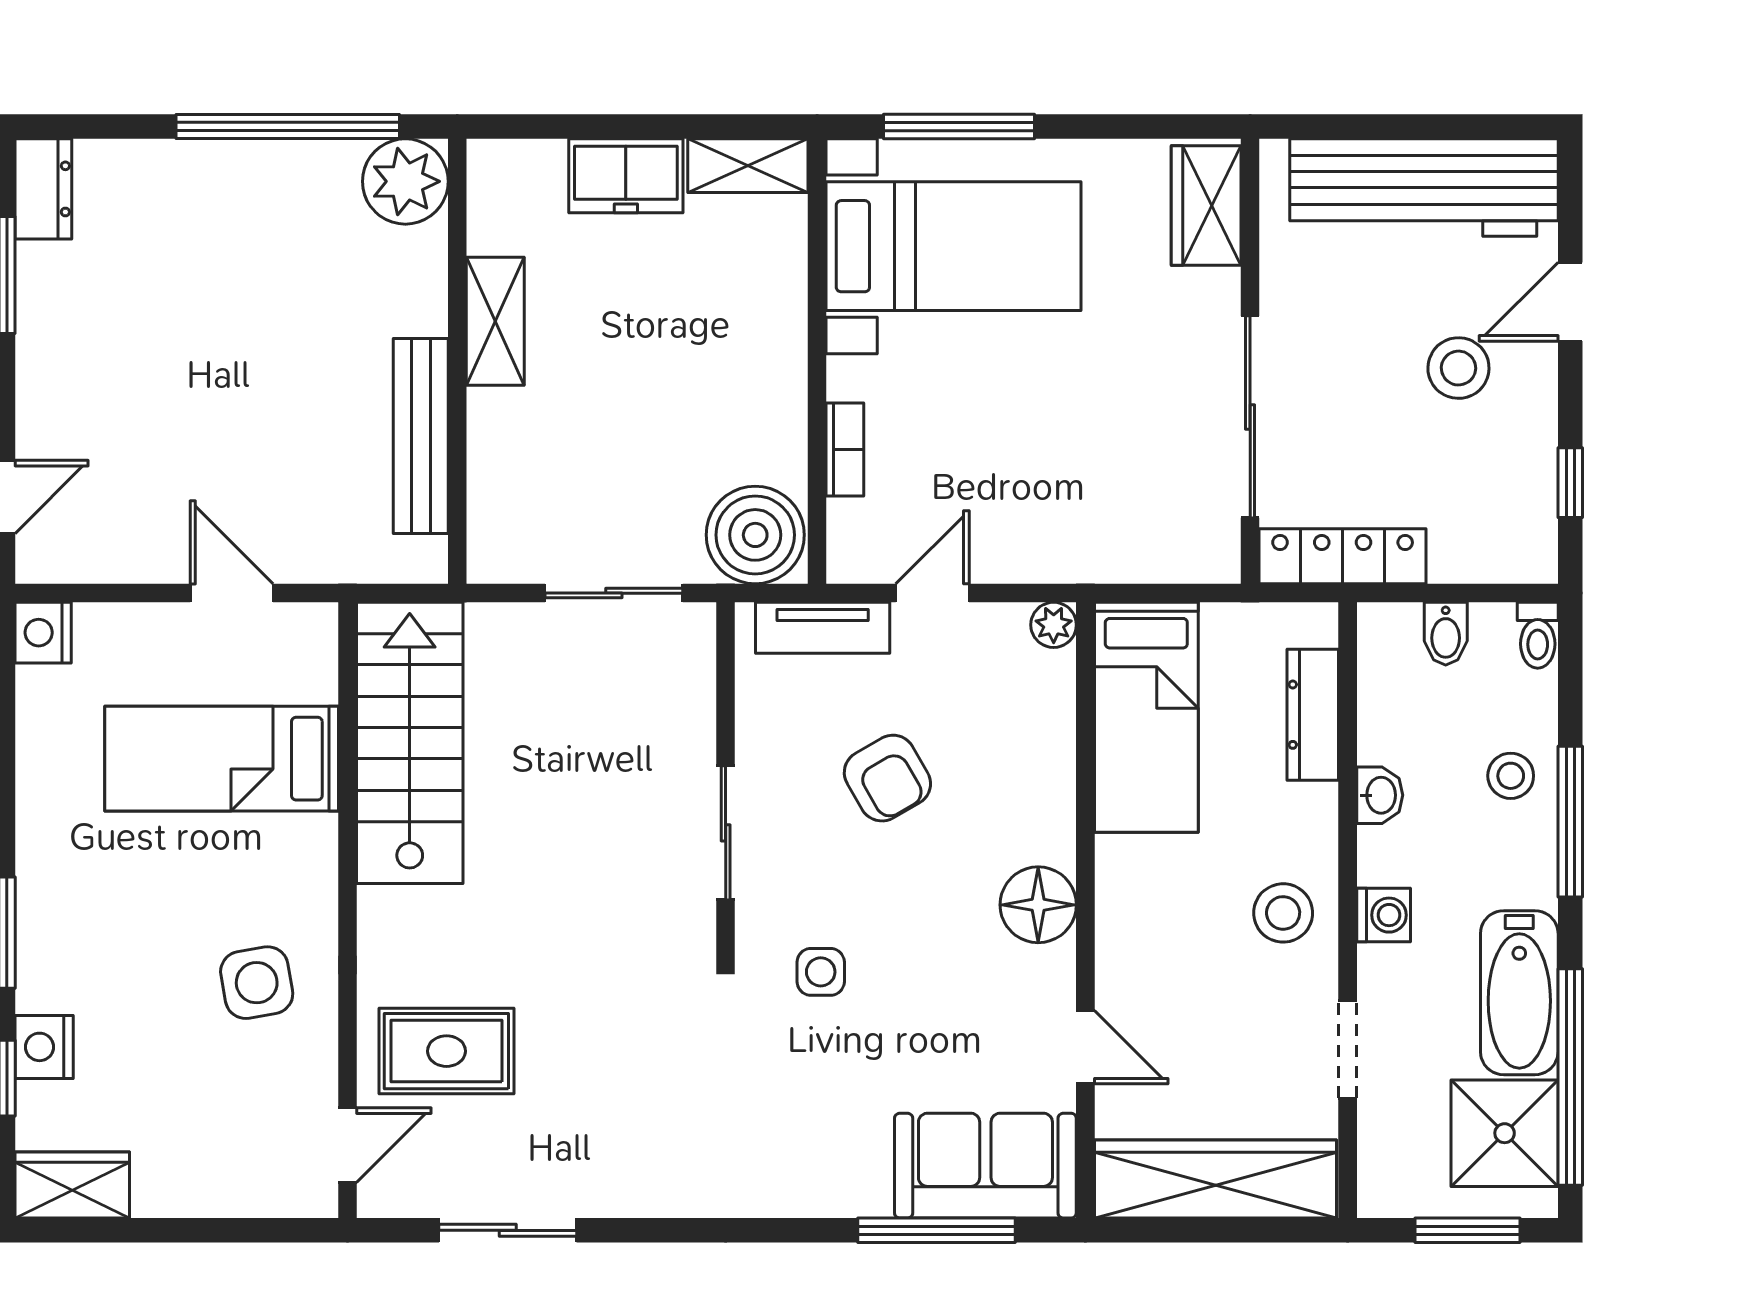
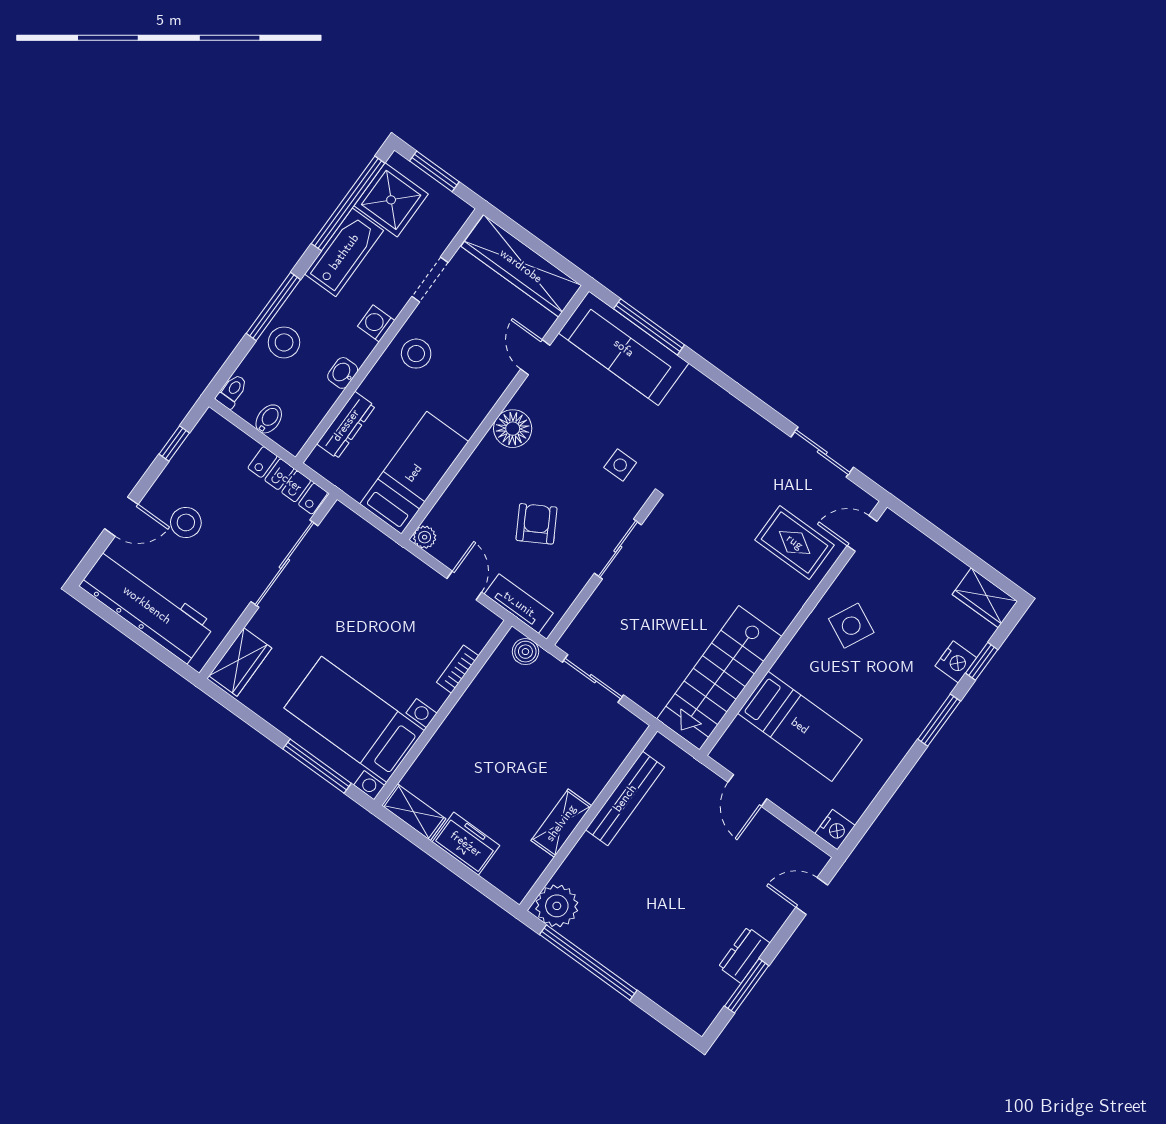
dresser: (43, 189) -> (744, 955), moved
boiler: (755, 535) -> (525, 652), width x0.54, depth x0.54
door: (932, 593) -> (464, 585), swing flipped
stool: (1511, 776) -> (284, 342), width x1.37, depth x1.37
side table: (257, 983) -> (851, 626), turned 36
sofa: (985, 1166) -> (624, 348), width x1.36

